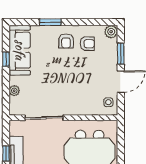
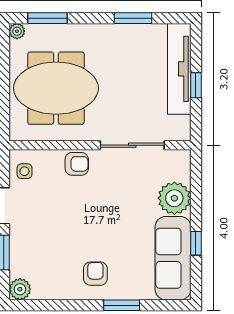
armchair: (87, 44) -> (77, 164), moved, turned 180
plant: (14, 91) -> (174, 198), width x1.88, depth x1.88

